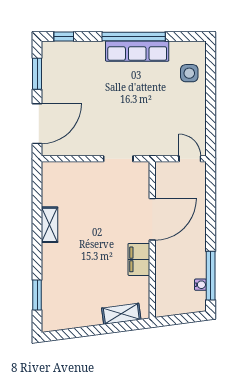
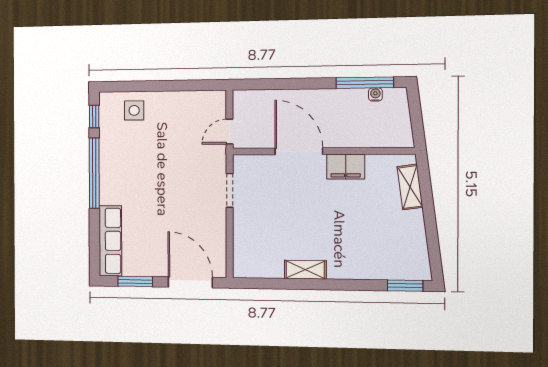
window: (64, 36) -> (94, 117), moved
row of seats: (137, 51) -> (110, 241), moved
door: (190, 159) -> (229, 132), moved
window: (37, 295) -> (405, 286), moved

